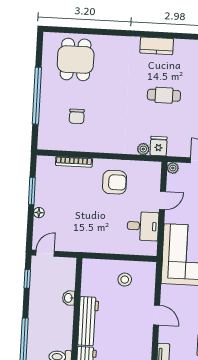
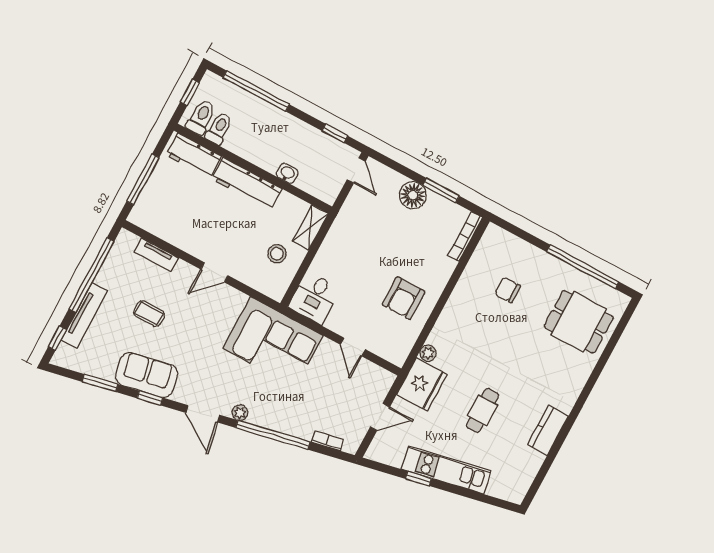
window: (37, 96) -> (583, 267), moved
fridge: (159, 146) -> (422, 385), width x1.88, depth x1.34
bookcase: (74, 162) -> (465, 237), moved
plant: (173, 168) -> (387, 379), removed
floor lamp: (39, 213) -> (413, 195), width x1.89, depth x1.89
desk: (143, 226) -> (314, 298), moved
shelving: (97, 266) -> (310, 228), added

